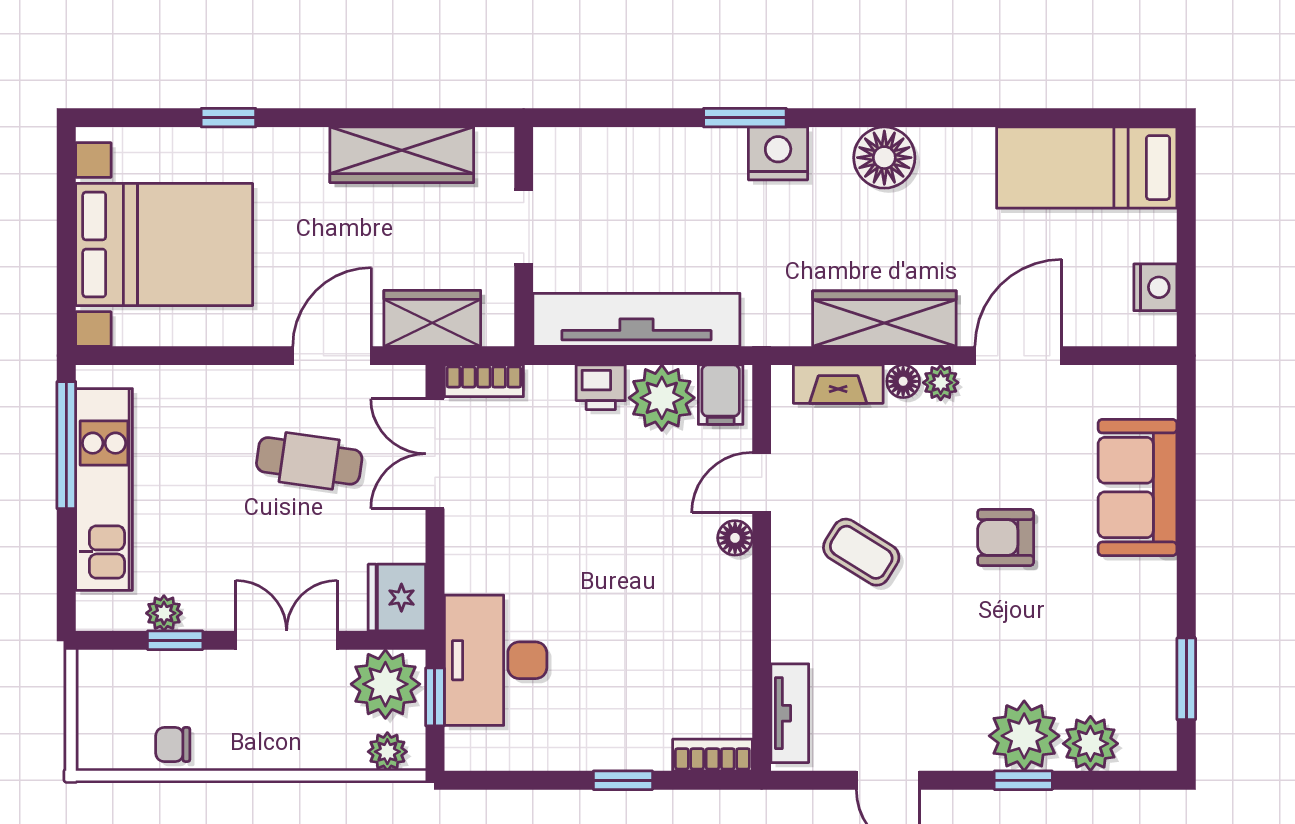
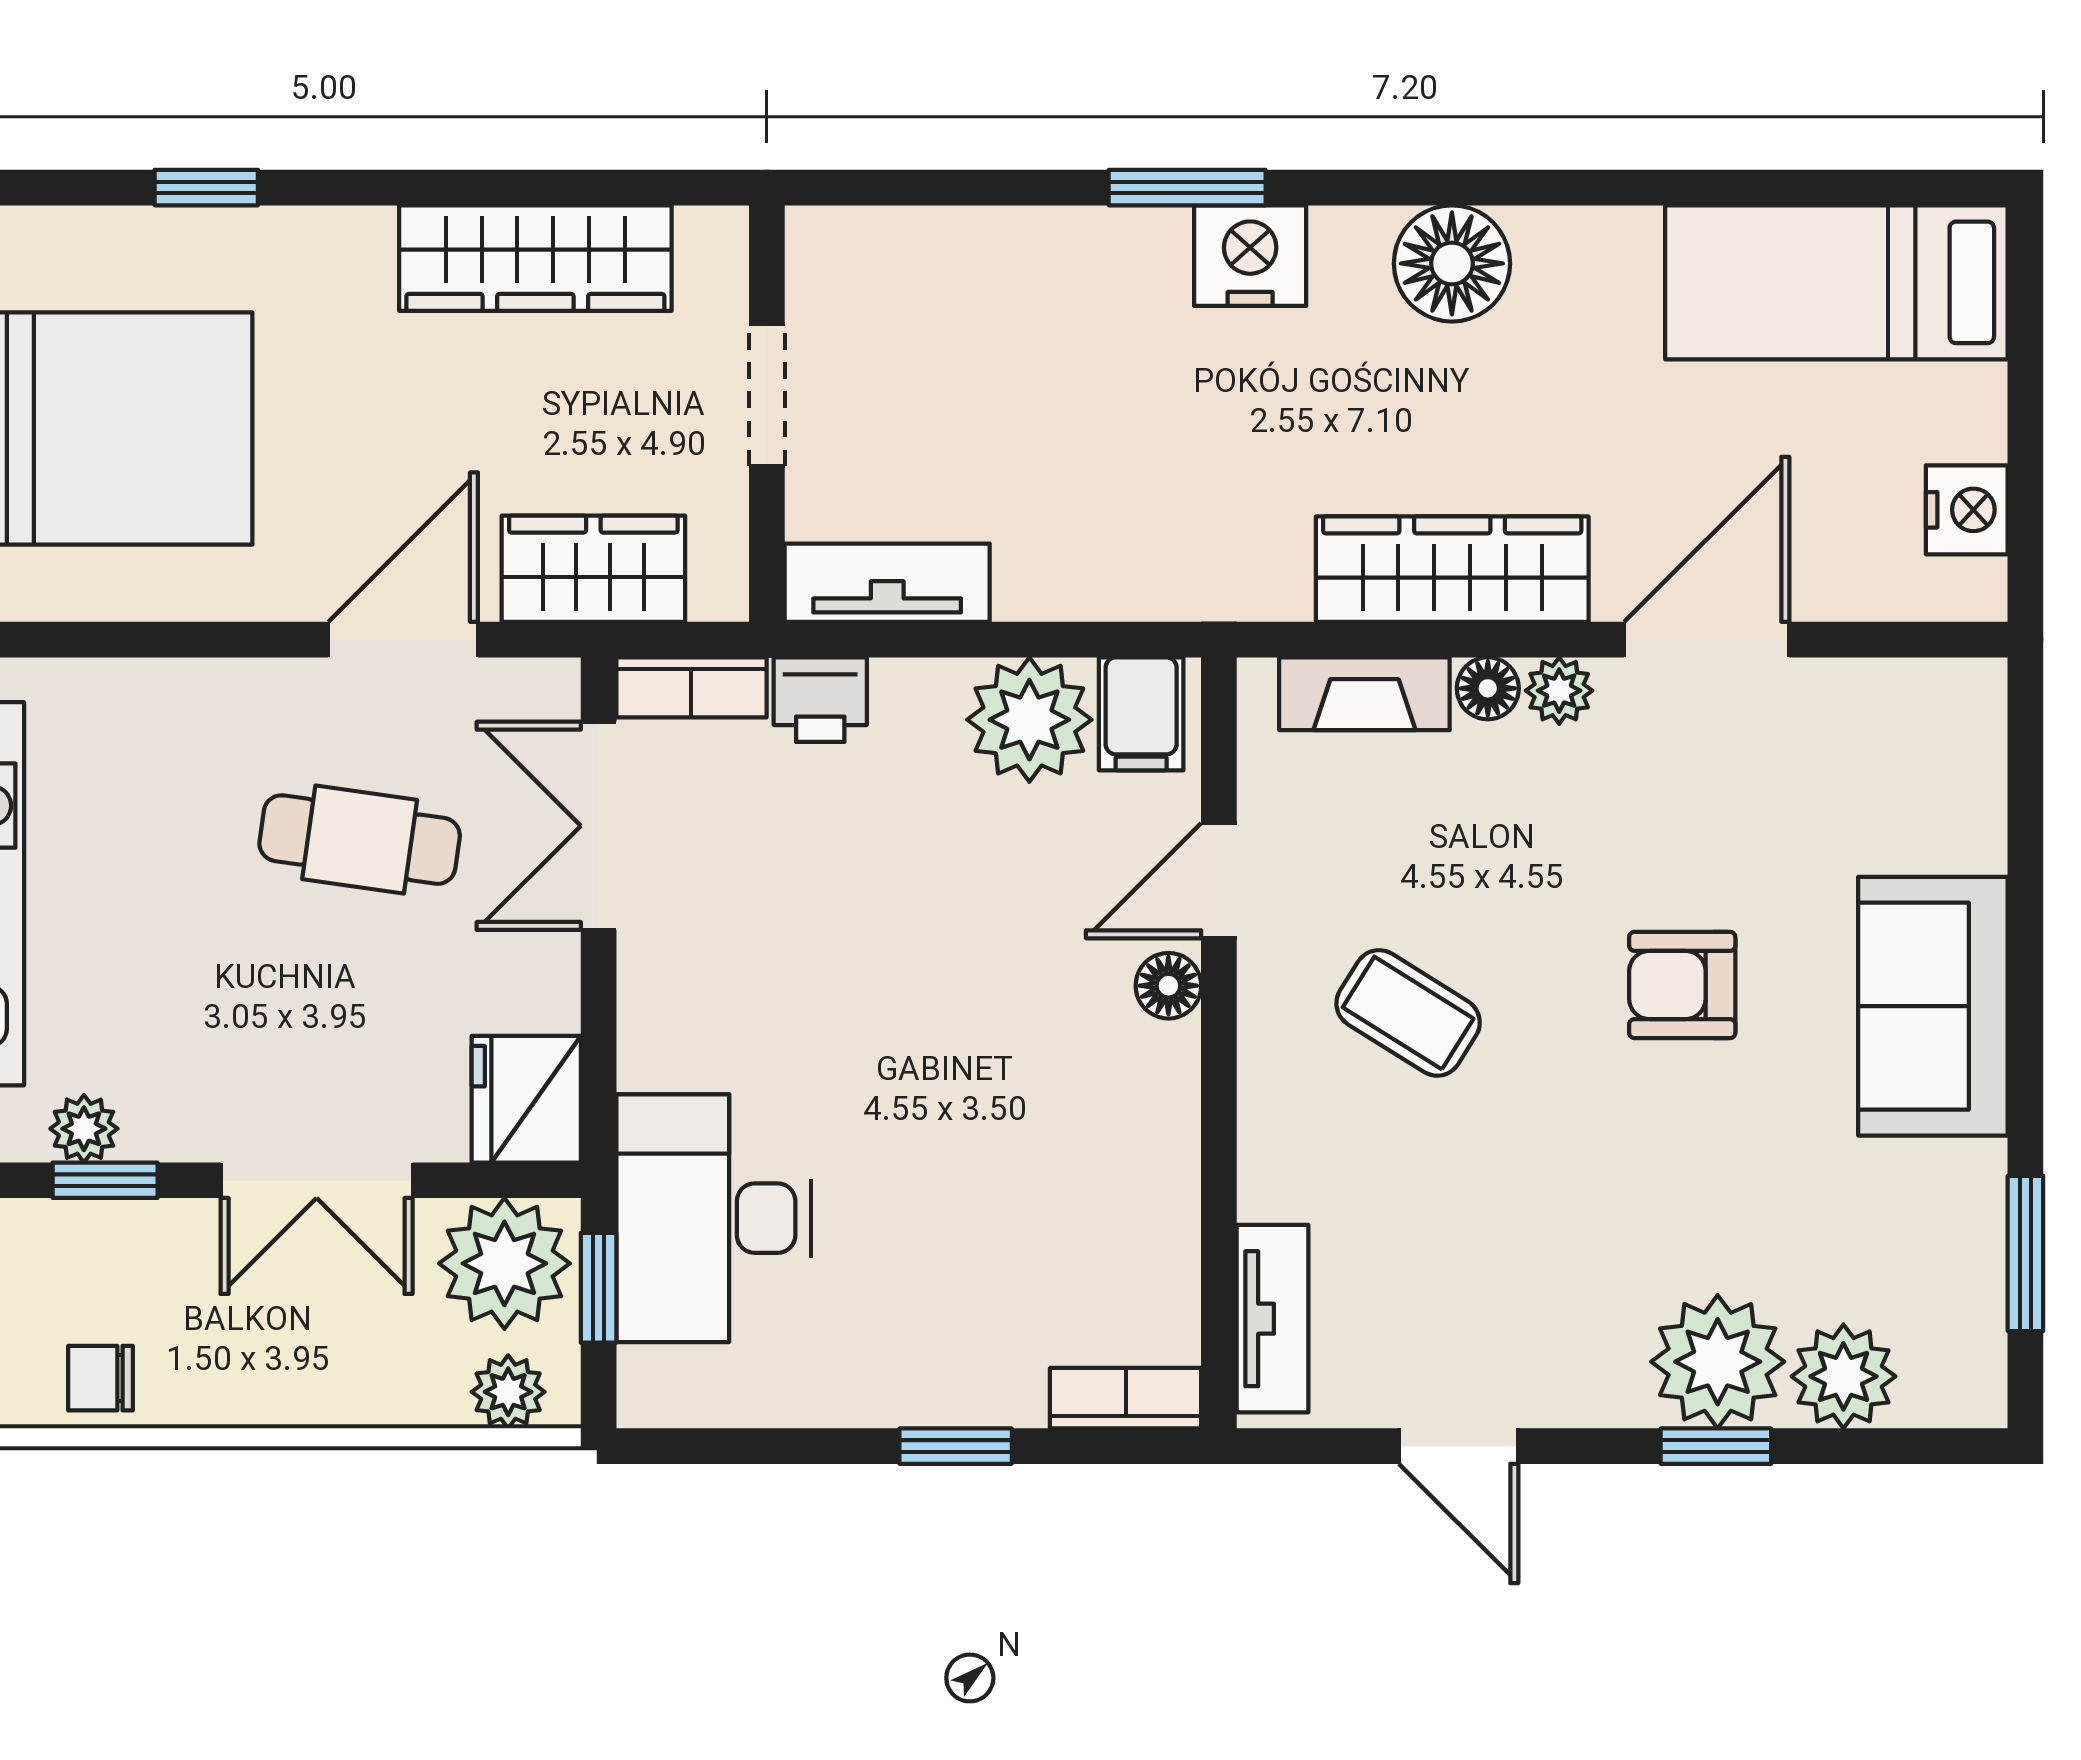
tv unit: (636, 320) -> (887, 583), width x0.52, depth x0.78
printer: (601, 387) -> (820, 700), moved
sofa: (1138, 487) -> (1933, 1006), moved
double door: (287, 640) -> (317, 1180), swing flipped

